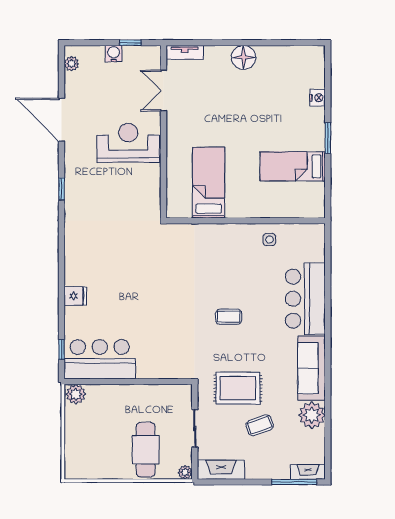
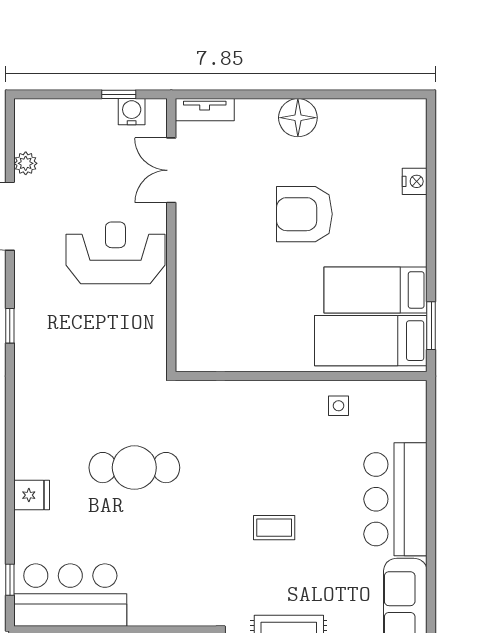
water cooler: (114, 54) -> (132, 112), moved
plant: (71, 64) -> (26, 163), moved
armchair: (248, 118) -> (304, 214), added
window: (328, 138) -> (431, 326), moved
bed: (209, 183) -> (371, 341), moved, turned -90
cafe table: (140, 279) -> (134, 468), added

